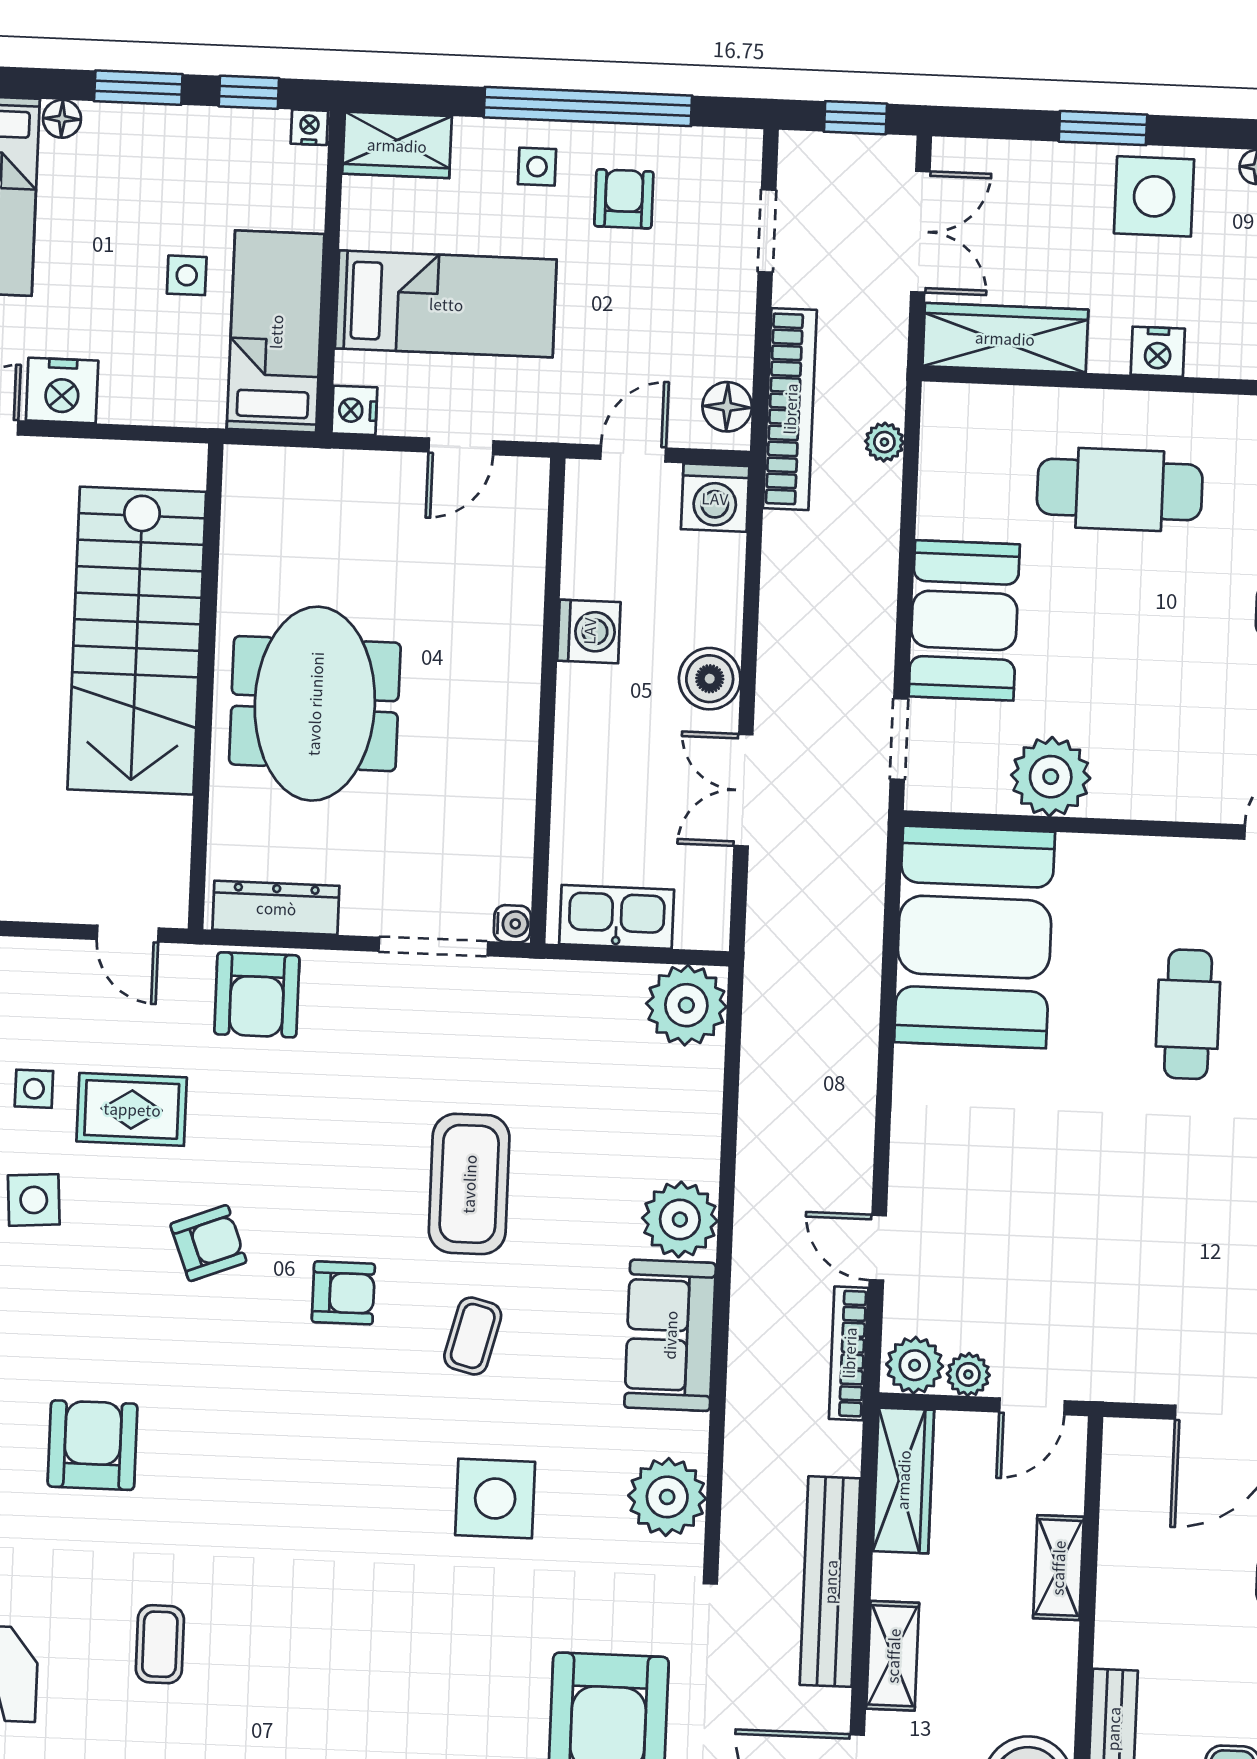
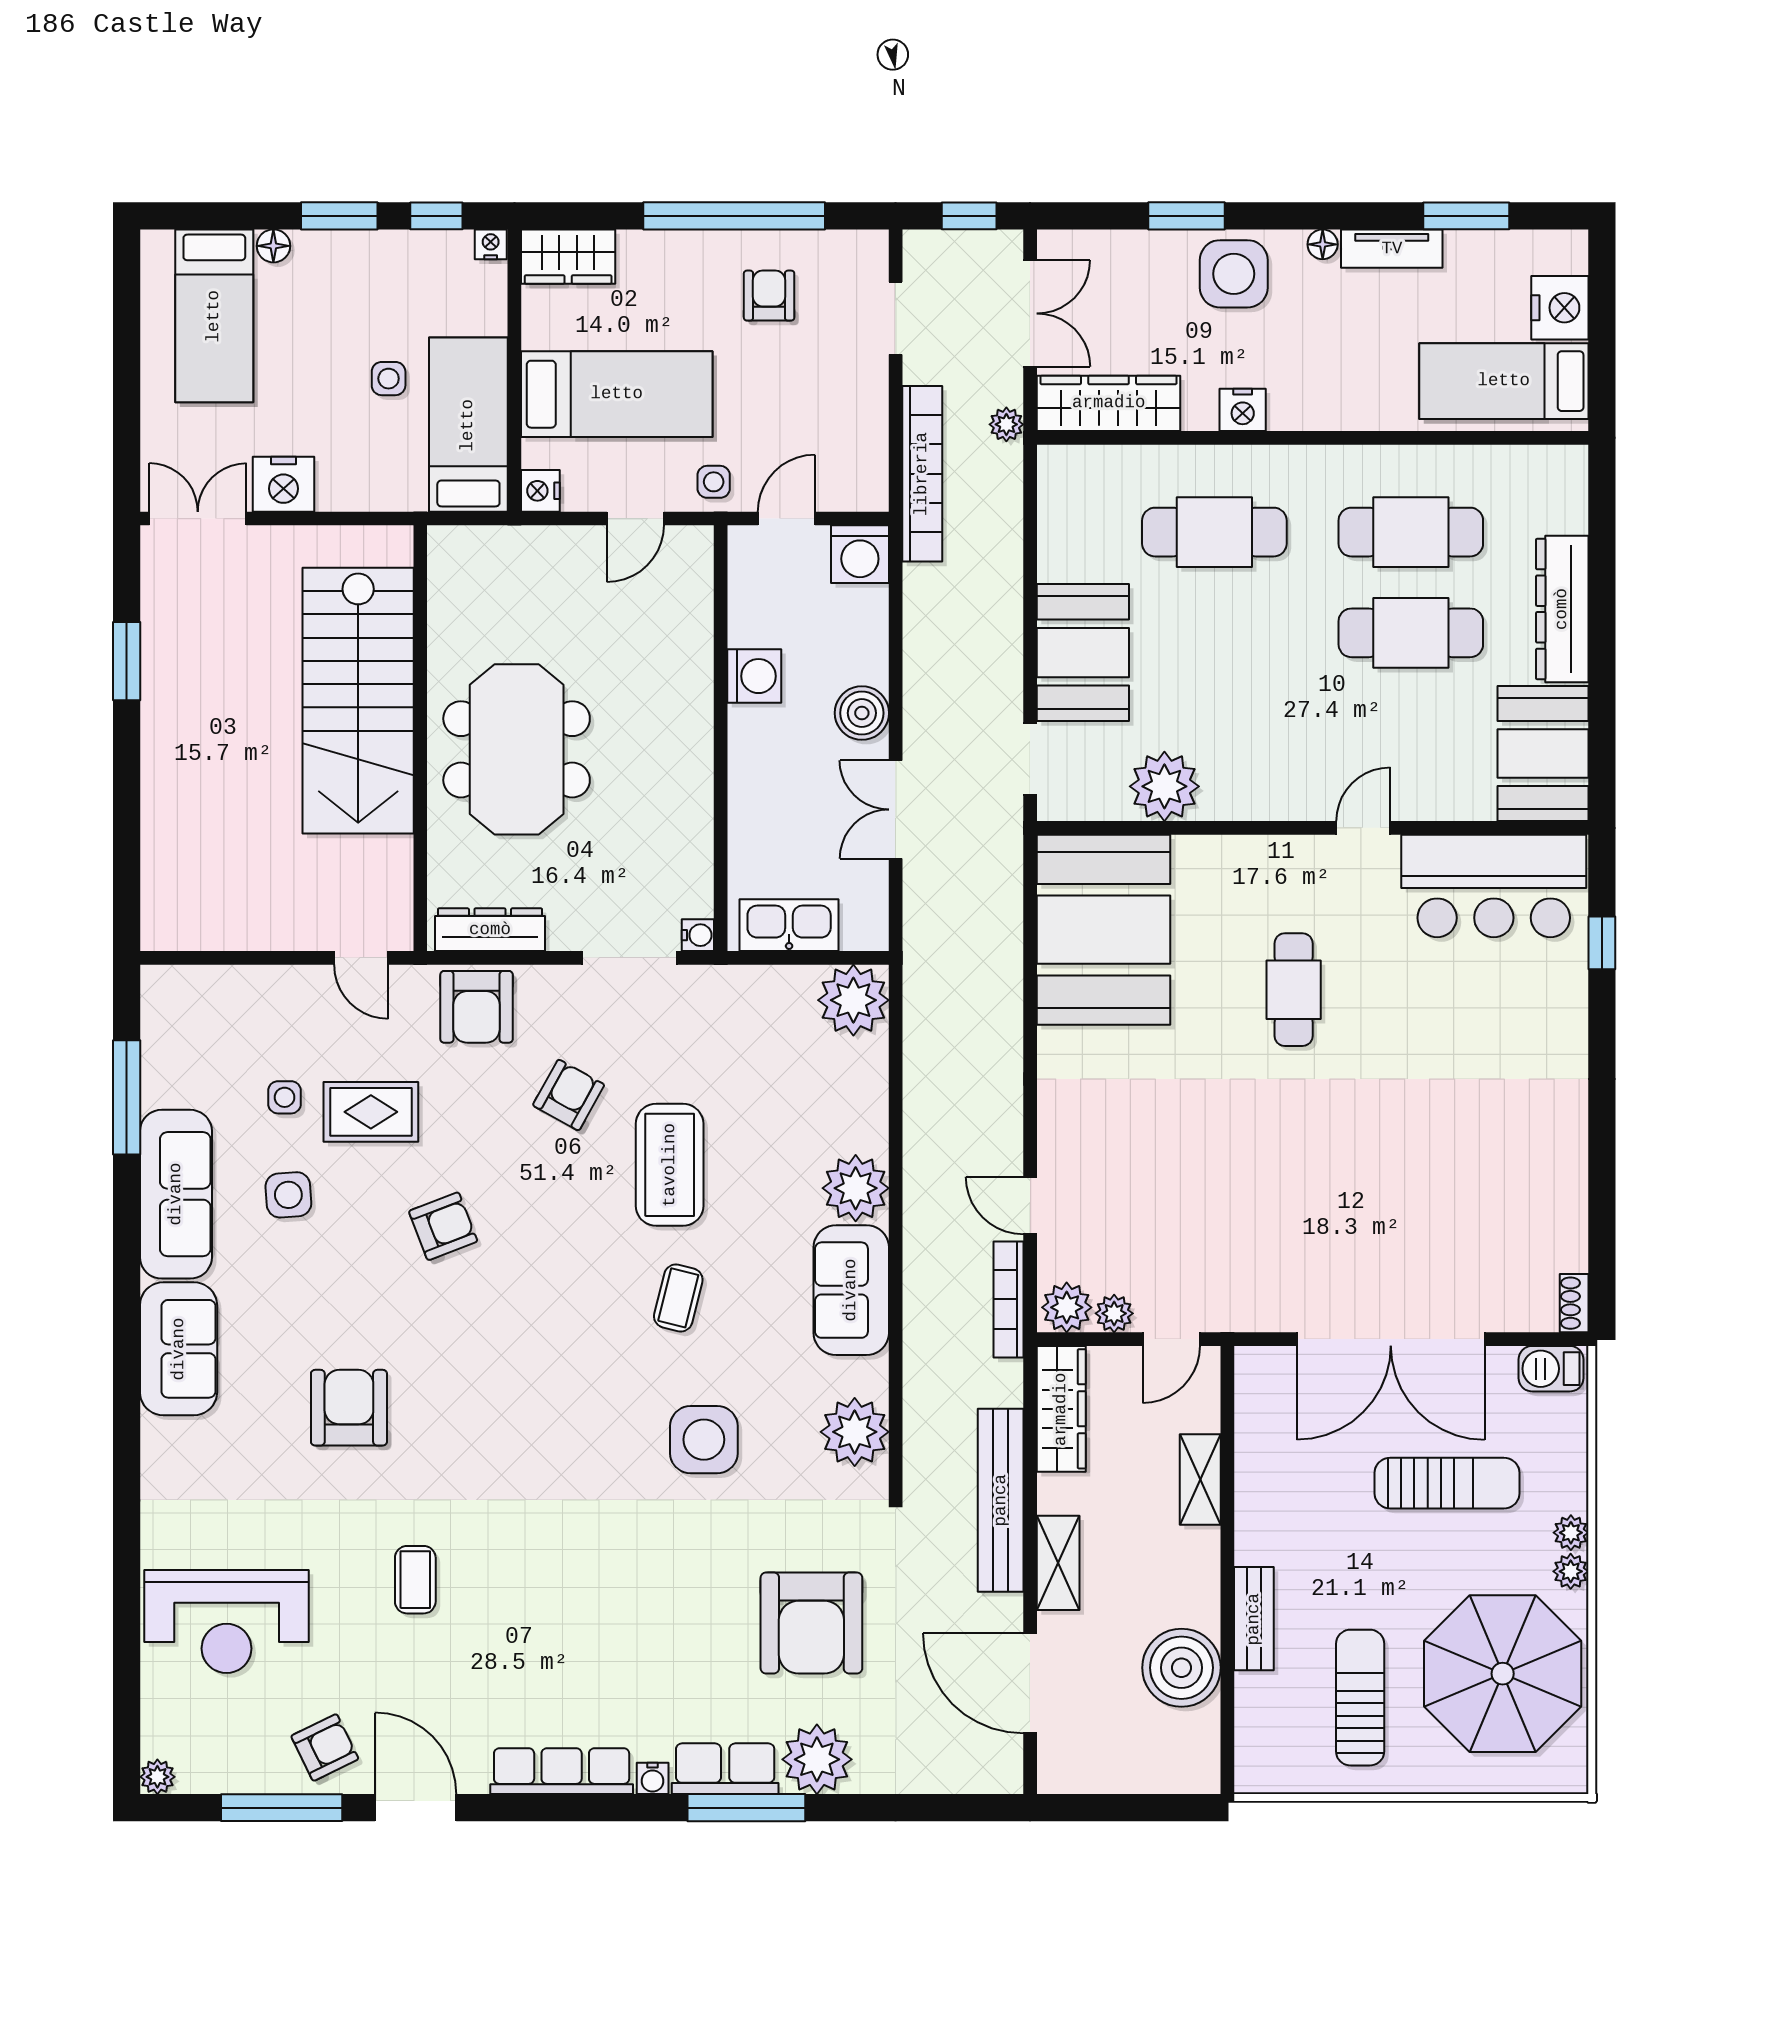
side table: (537, 167) -> (714, 482), moved
floor lamp: (727, 407) -> (867, 474), removed
plant: (884, 442) -> (1006, 424), moved
armchair: (343, 1293) -> (569, 1095), moved, turned -61

